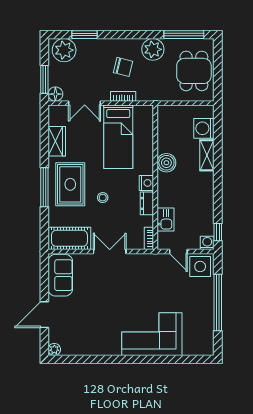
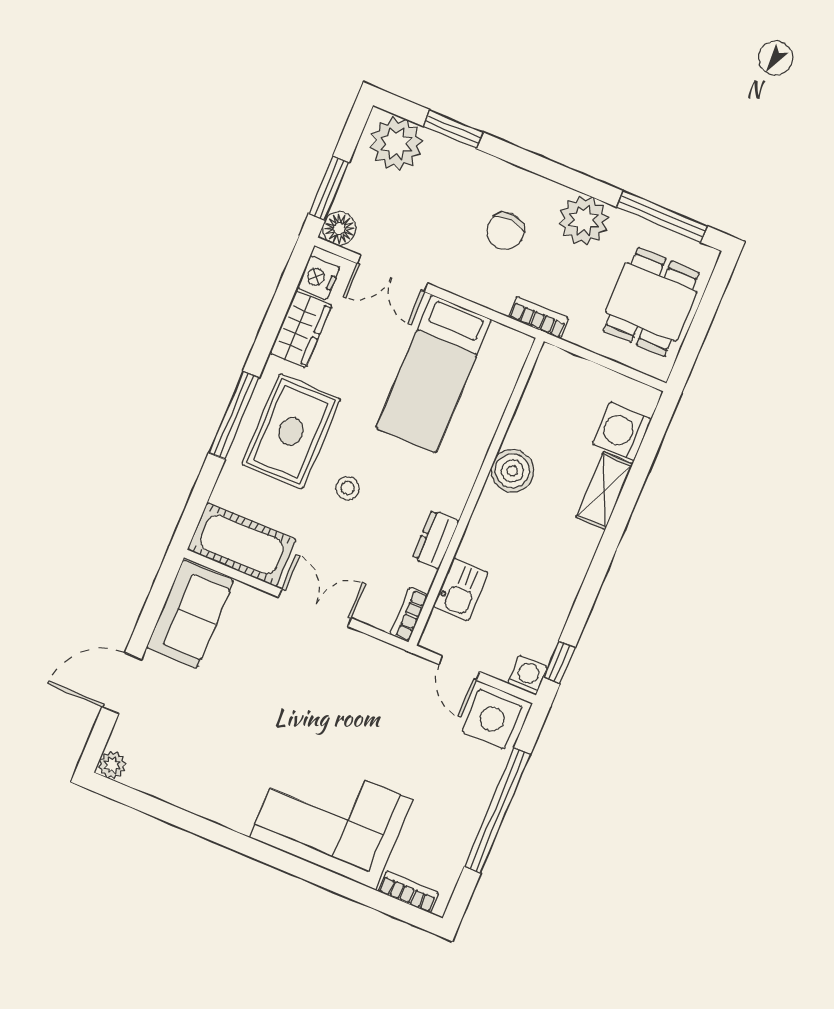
chair: (123, 67) -> (505, 231), turned 82
bookcase: (123, 96) -> (538, 318), moved
nightstand: (146, 183) -> (318, 278), moved, turned 180
bookcase: (196, 351) -> (408, 892), added

